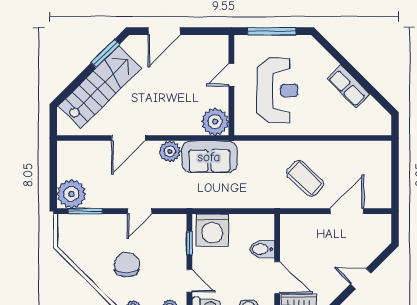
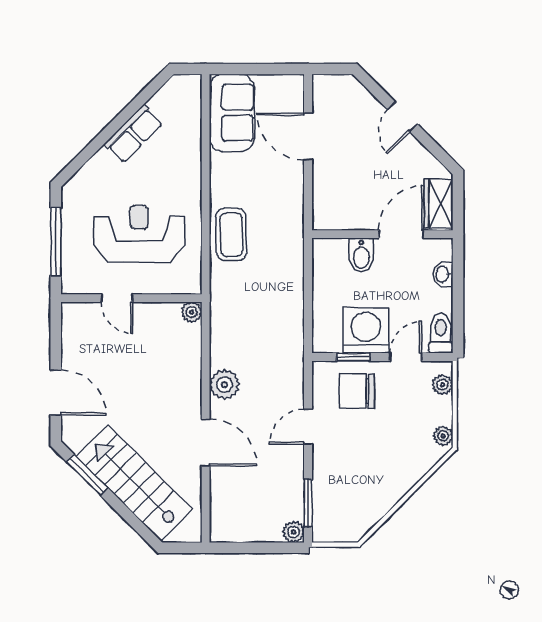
plant: (215, 122) -> (192, 312), width x0.53, depth x0.53
sofa: (209, 157) -> (232, 113), moved
coffee table: (305, 178) -> (231, 234), moved, turned -44
plant: (71, 194) -> (293, 532), width x0.53, depth x0.53
door: (140, 211) -> (308, 427), swing flipped
washing machine: (212, 230) -> (366, 330), moved, turned -90
chair: (127, 265) -> (357, 391), moved

